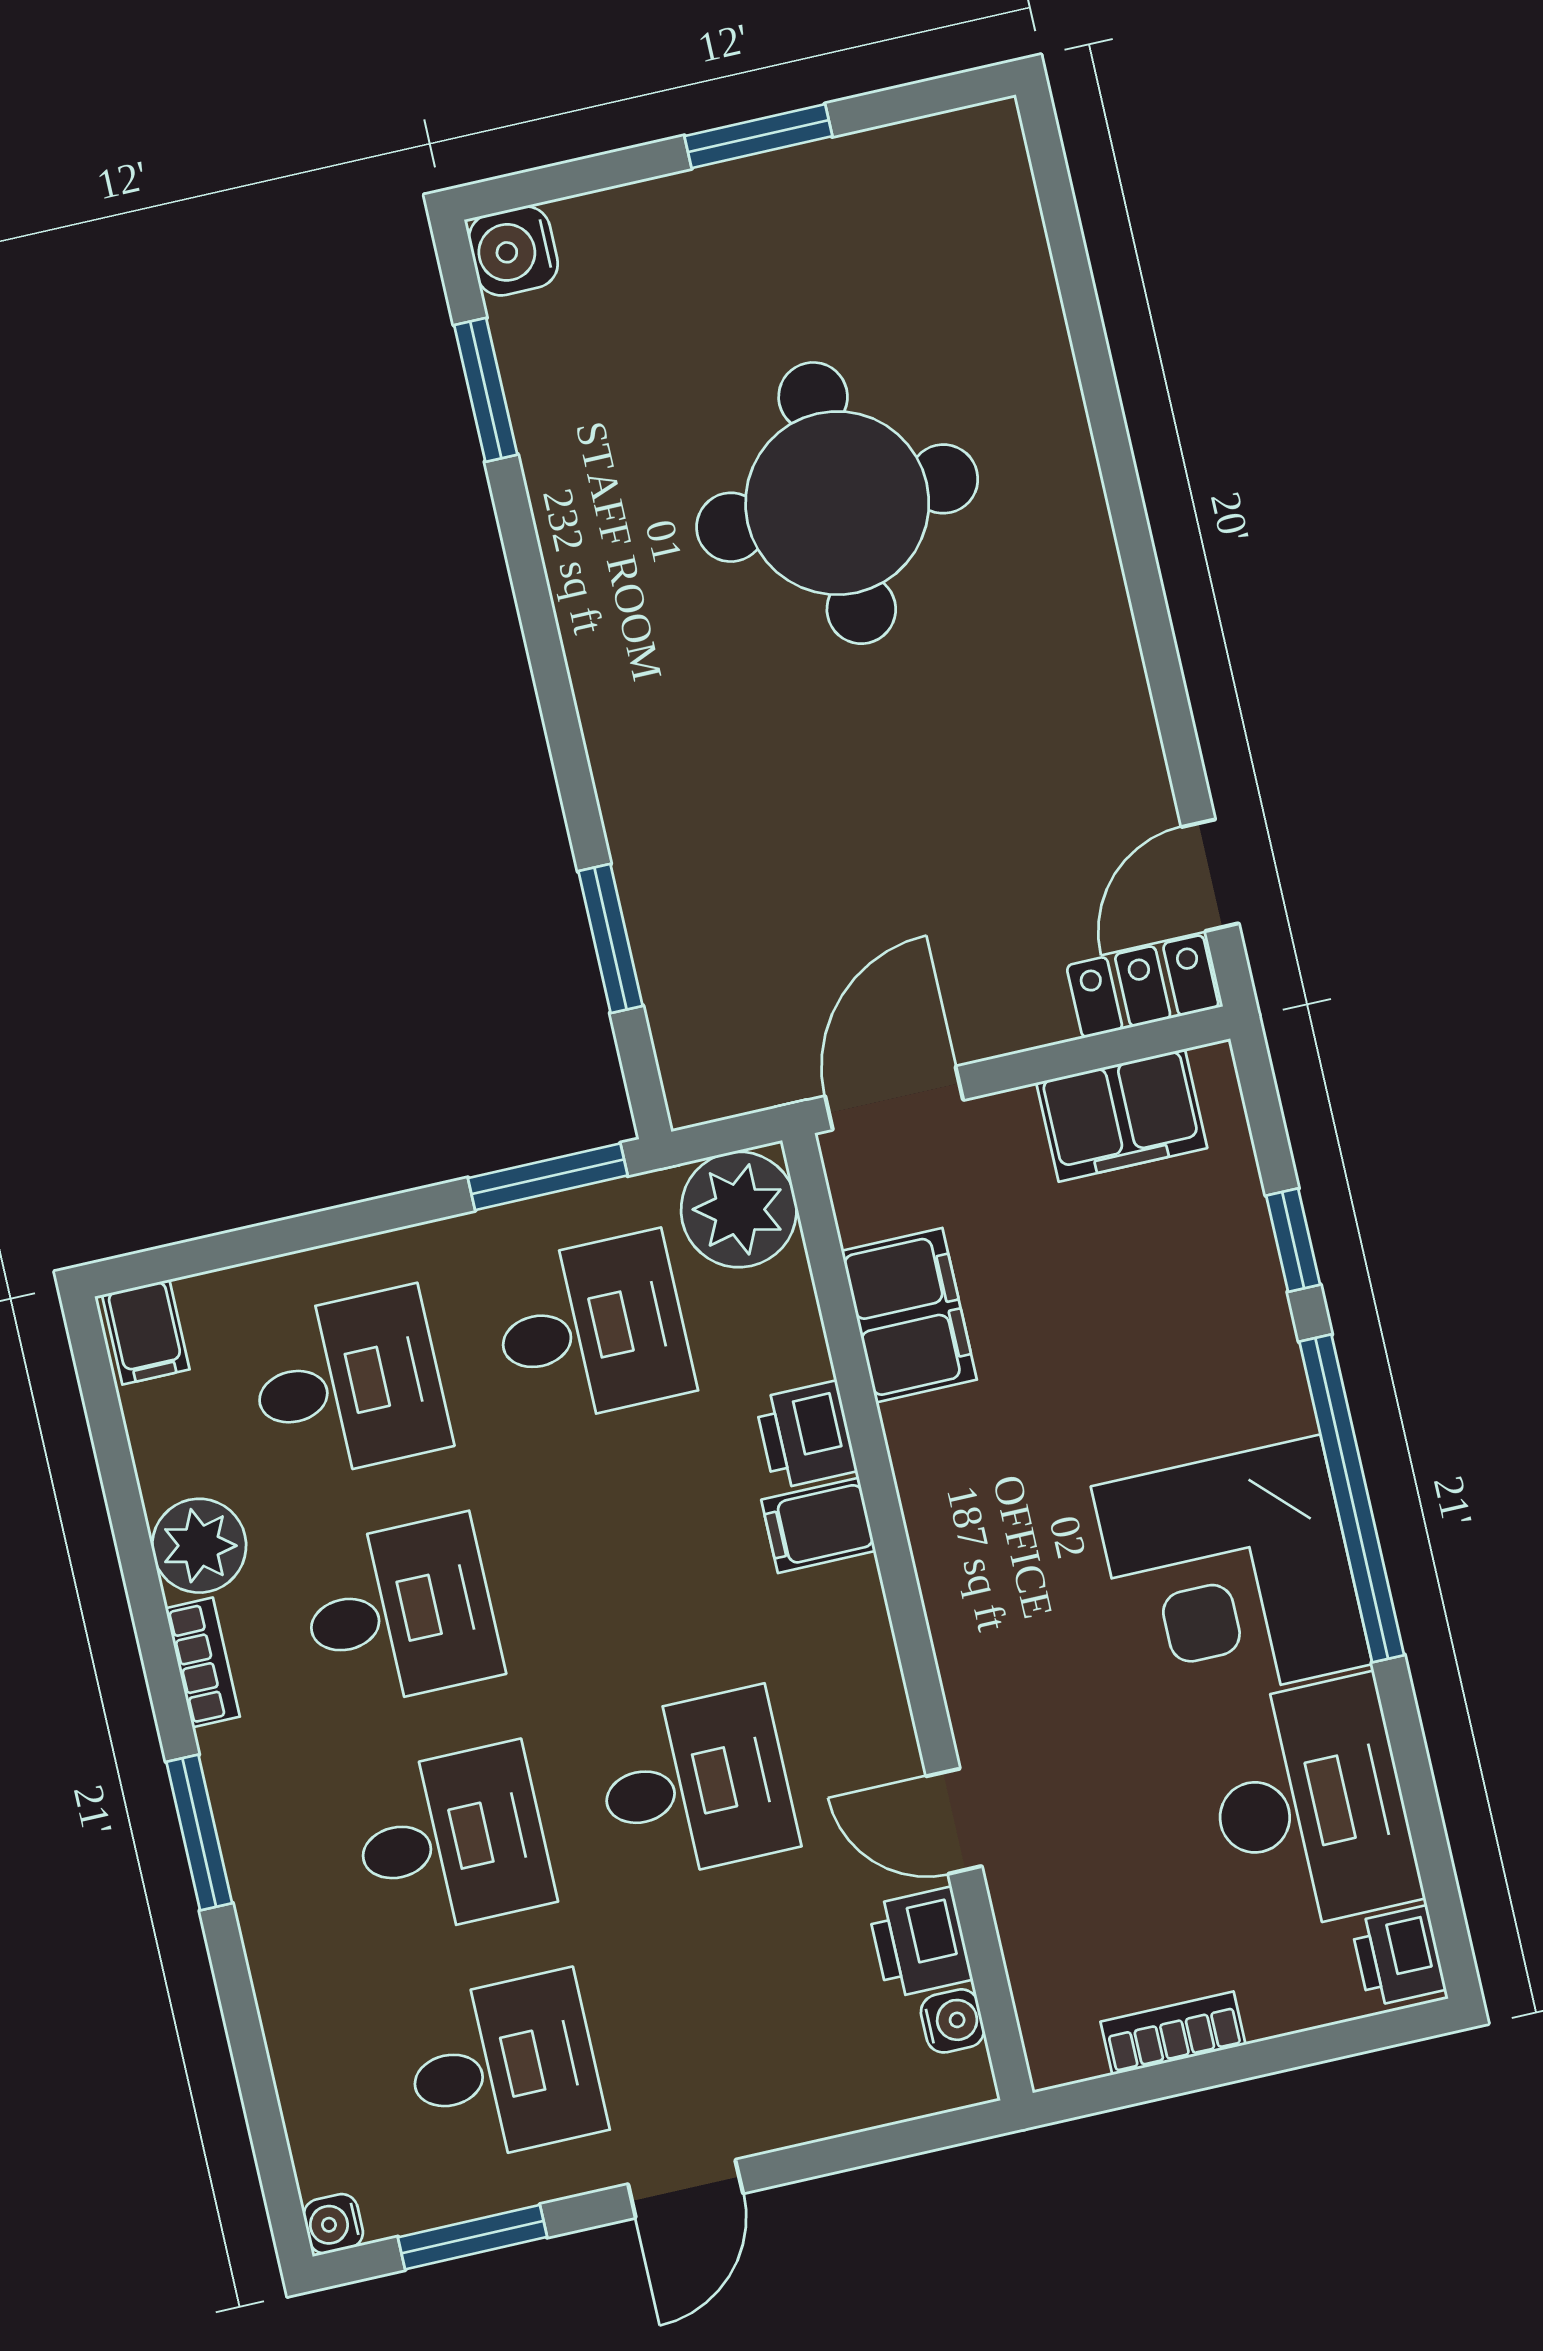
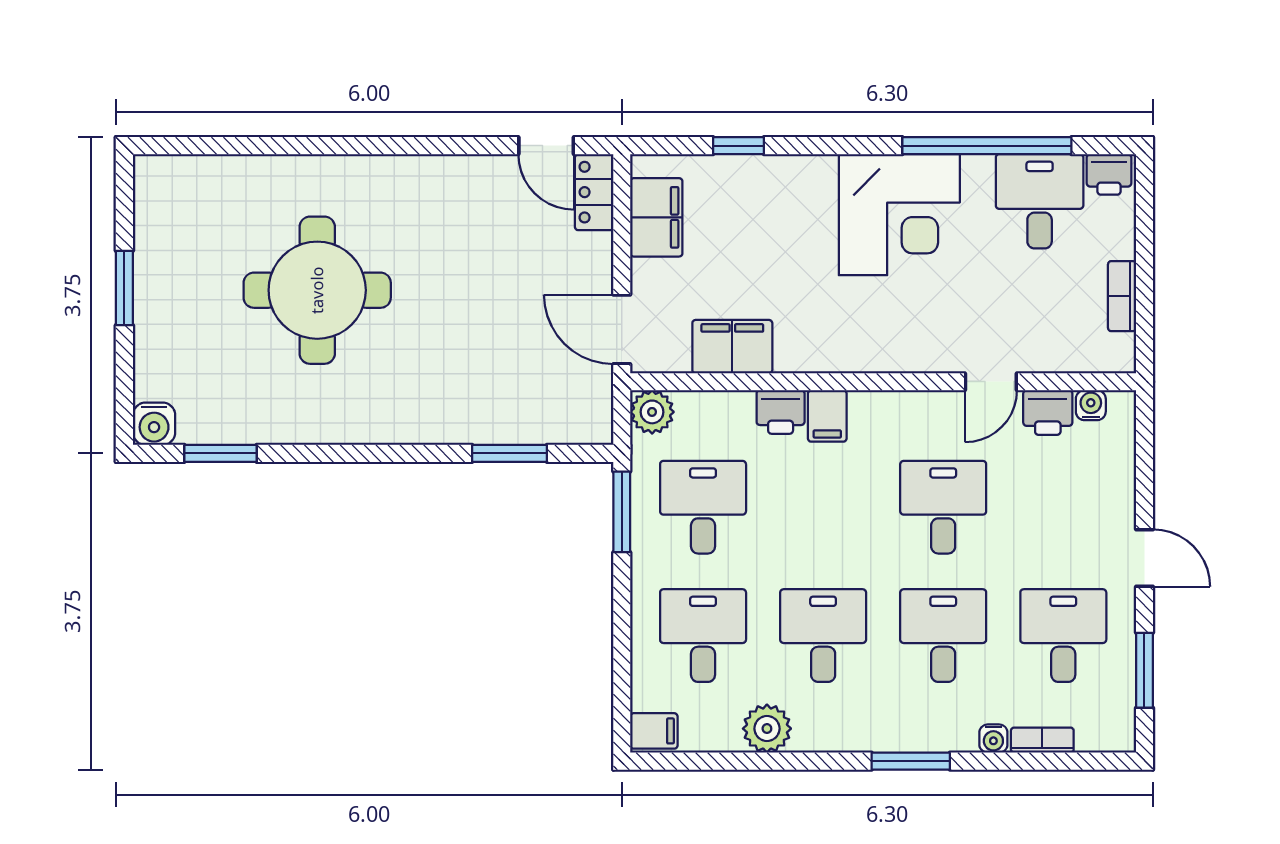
plant: (739, 1209) -> (652, 412), width x0.73, depth x0.73
window: (1352, 1498) -> (987, 146), moved
bookcase: (203, 1662) -> (1042, 740), moved
desk: (1310, 1805) -> (1040, 201), width x0.73
water cooler: (333, 2224) -> (993, 739), moved

